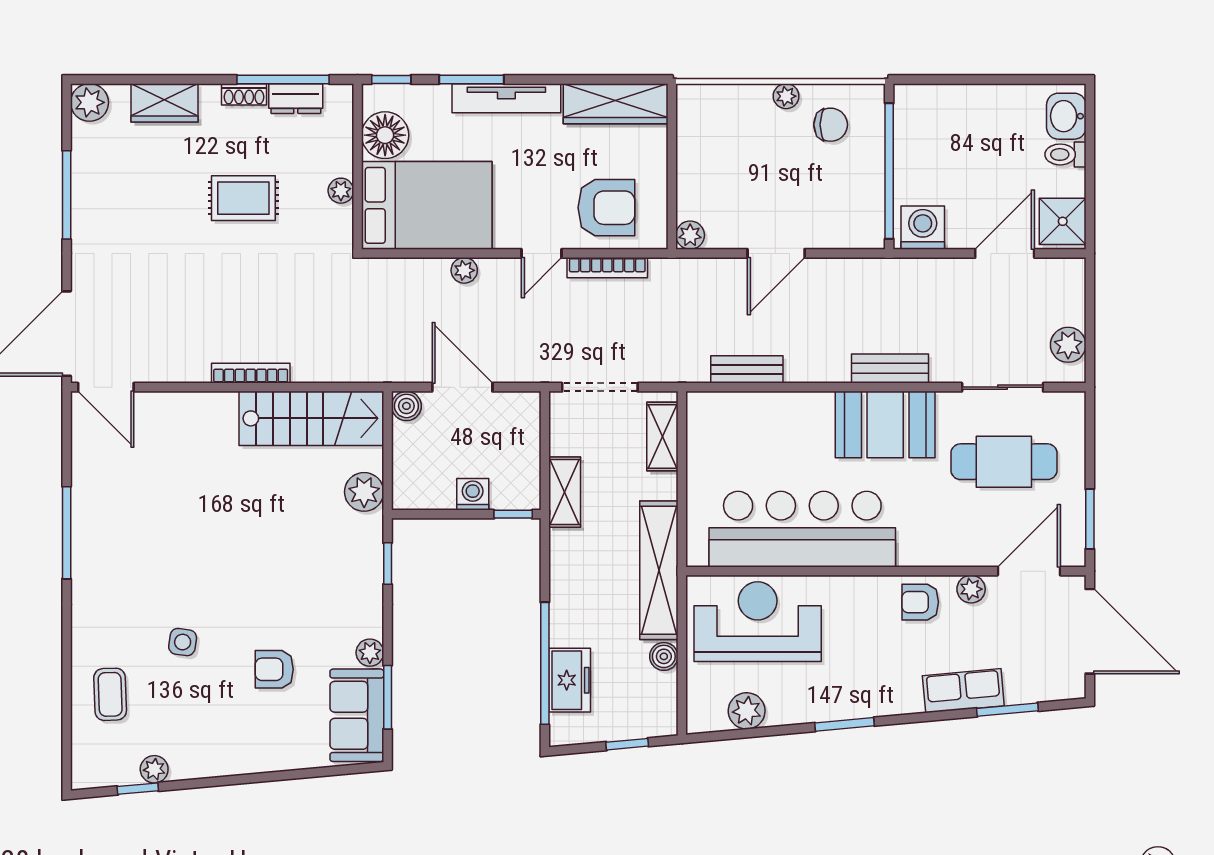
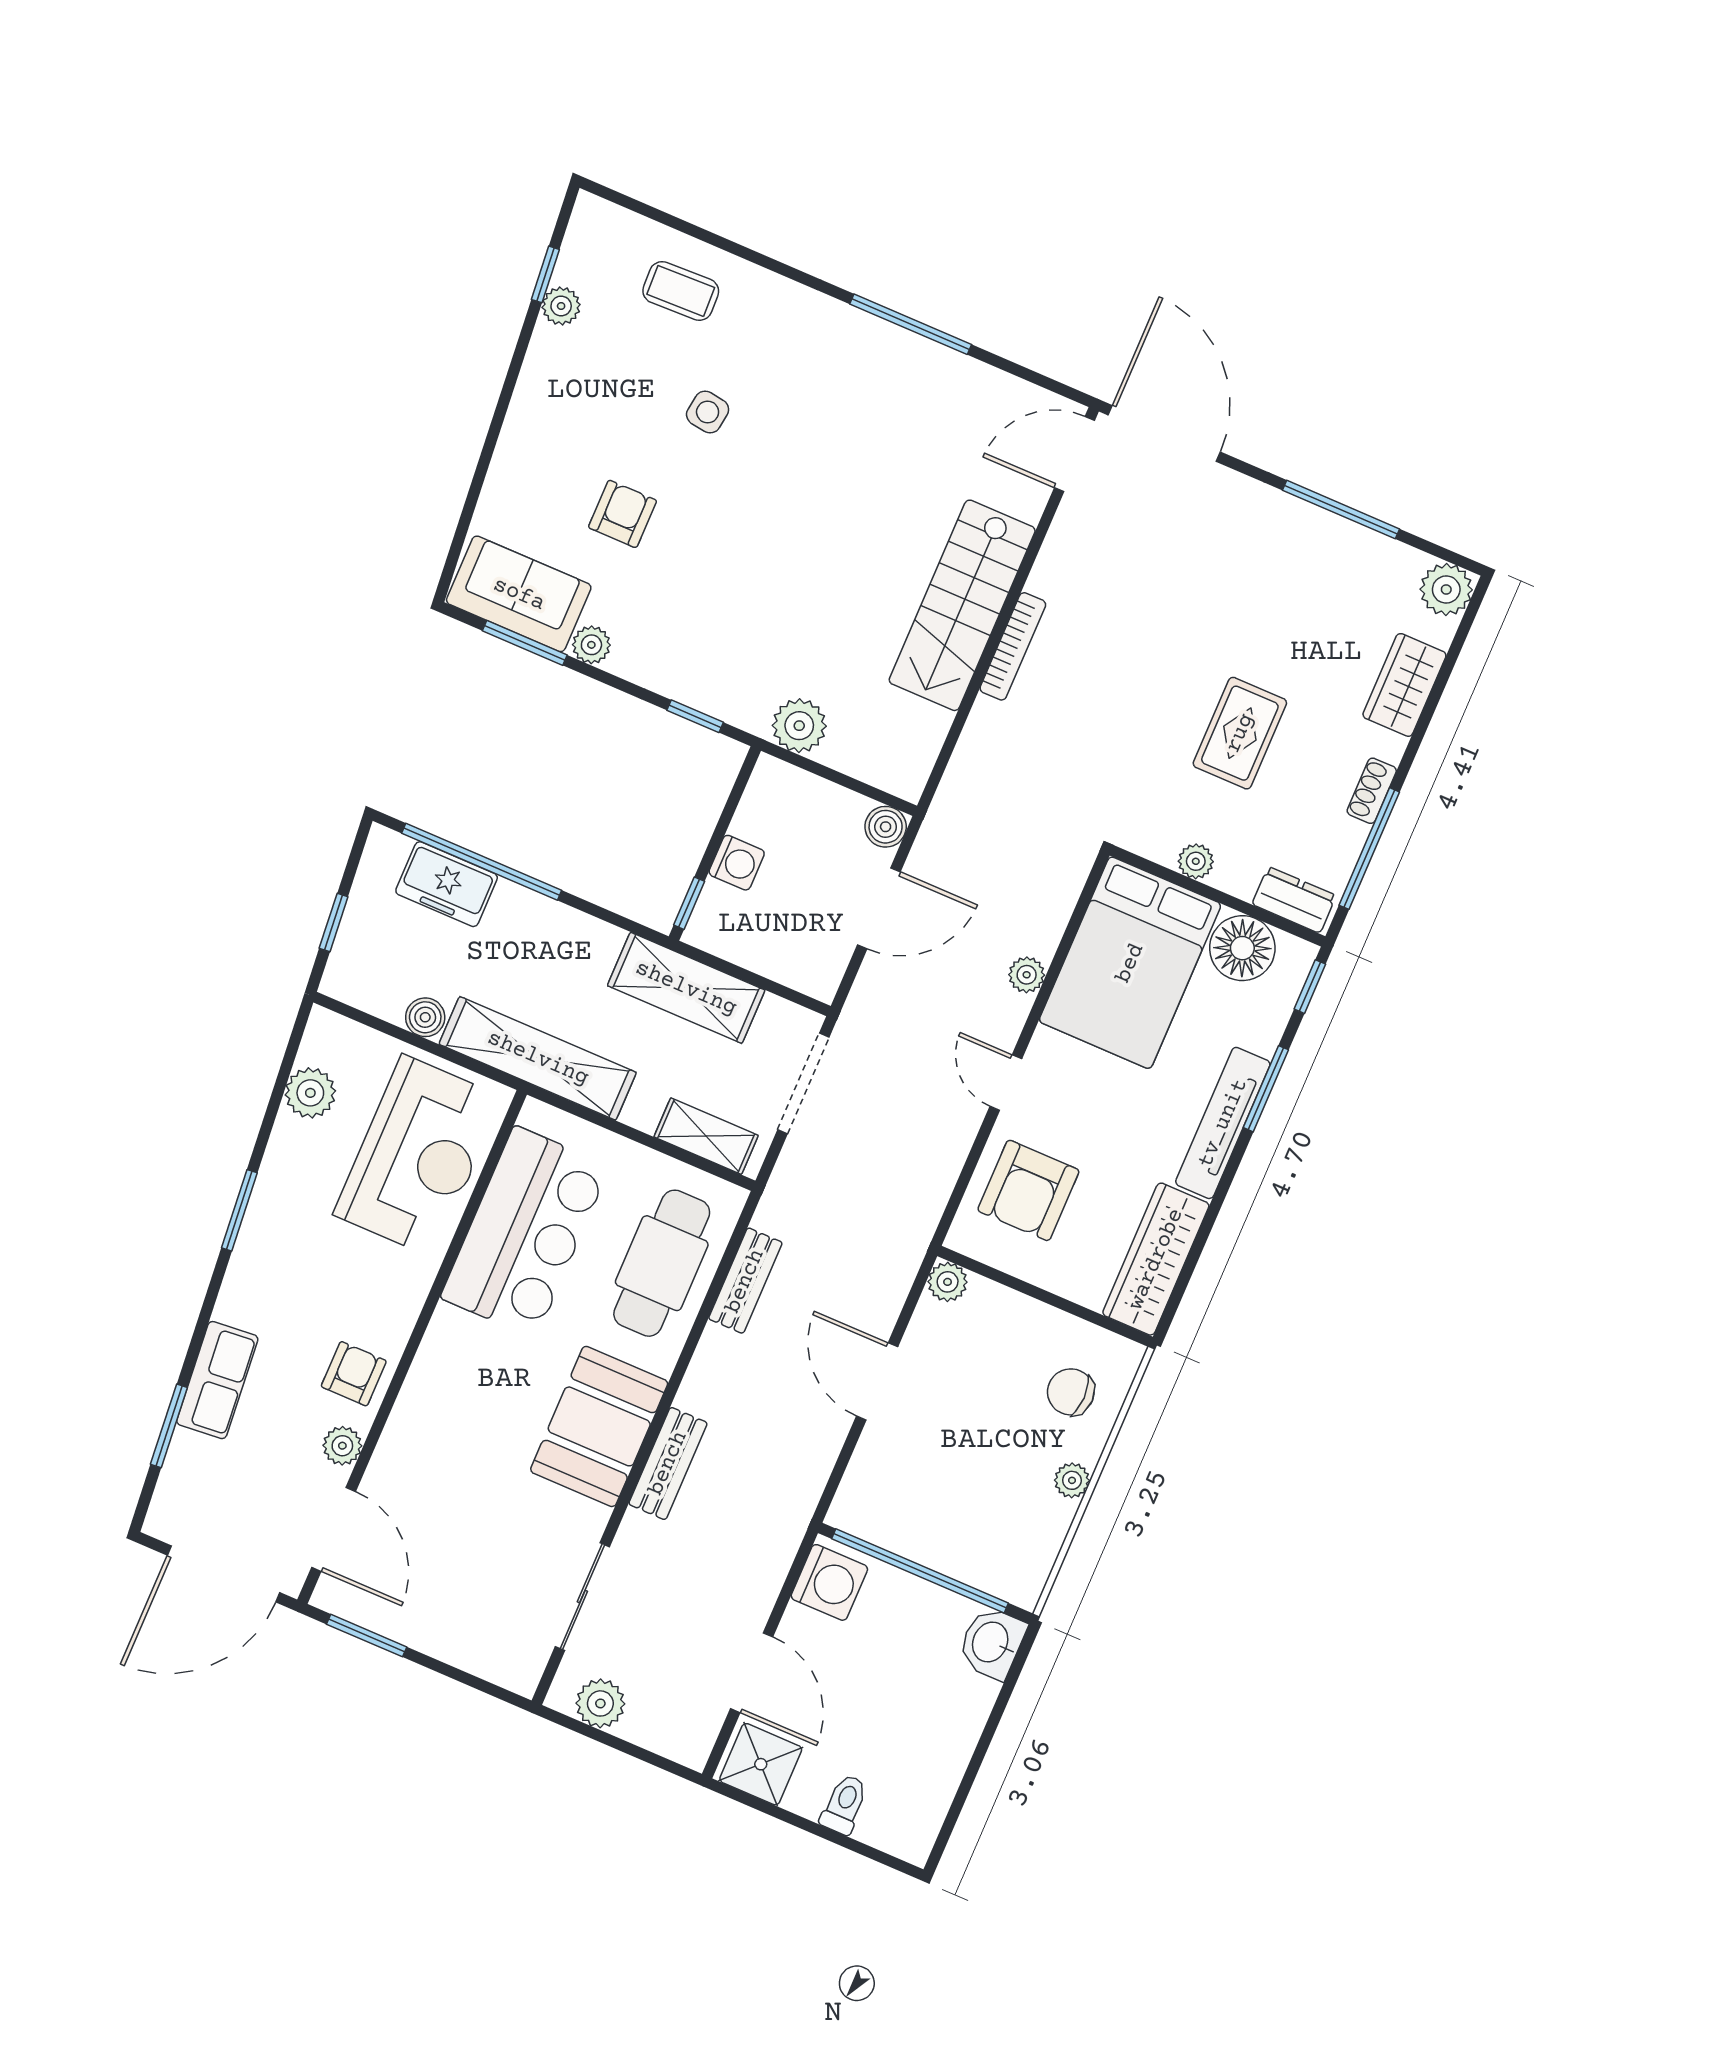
dresser: (296, 99) -> (1294, 900), moved, turned 90
washbasin: (1066, 116) -> (992, 1643), moved, turned -90
chair: (831, 125) -> (1071, 1392), moved, turned 90
bookcase: (607, 268) -> (952, 1159), removed
stairs: (311, 418) -> (962, 605), moved
cafe table: (1004, 462) -> (662, 1263), moved
shelving: (565, 492) -> (686, 988), width x1.50, depth x1.33
bar counter: (802, 529) -> (525, 1232), width x0.73

